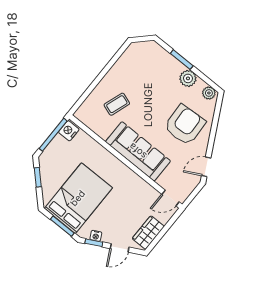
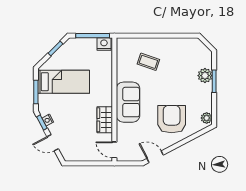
plant: (188, 78) -> (205, 76), moved
armchair: (185, 125) -> (172, 119), turned -87
sofa: (138, 151) -> (128, 102), width x0.73
bed: (78, 198) -> (64, 82), width x0.67
wardrobe: (148, 233) -> (105, 120), moved, turned -90

